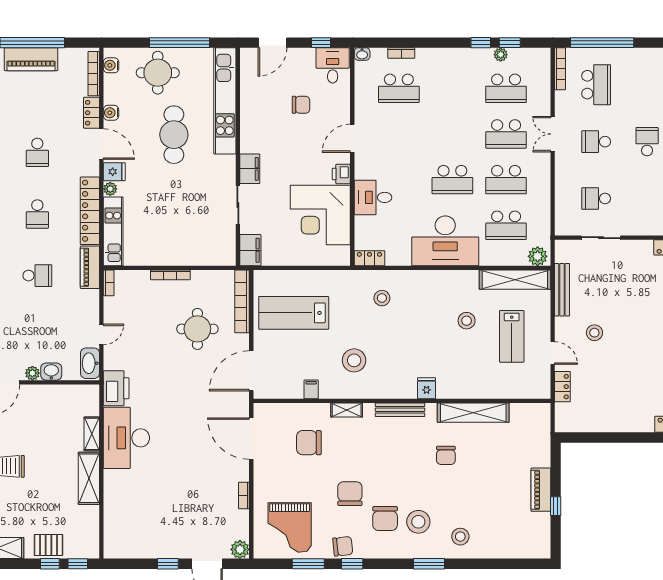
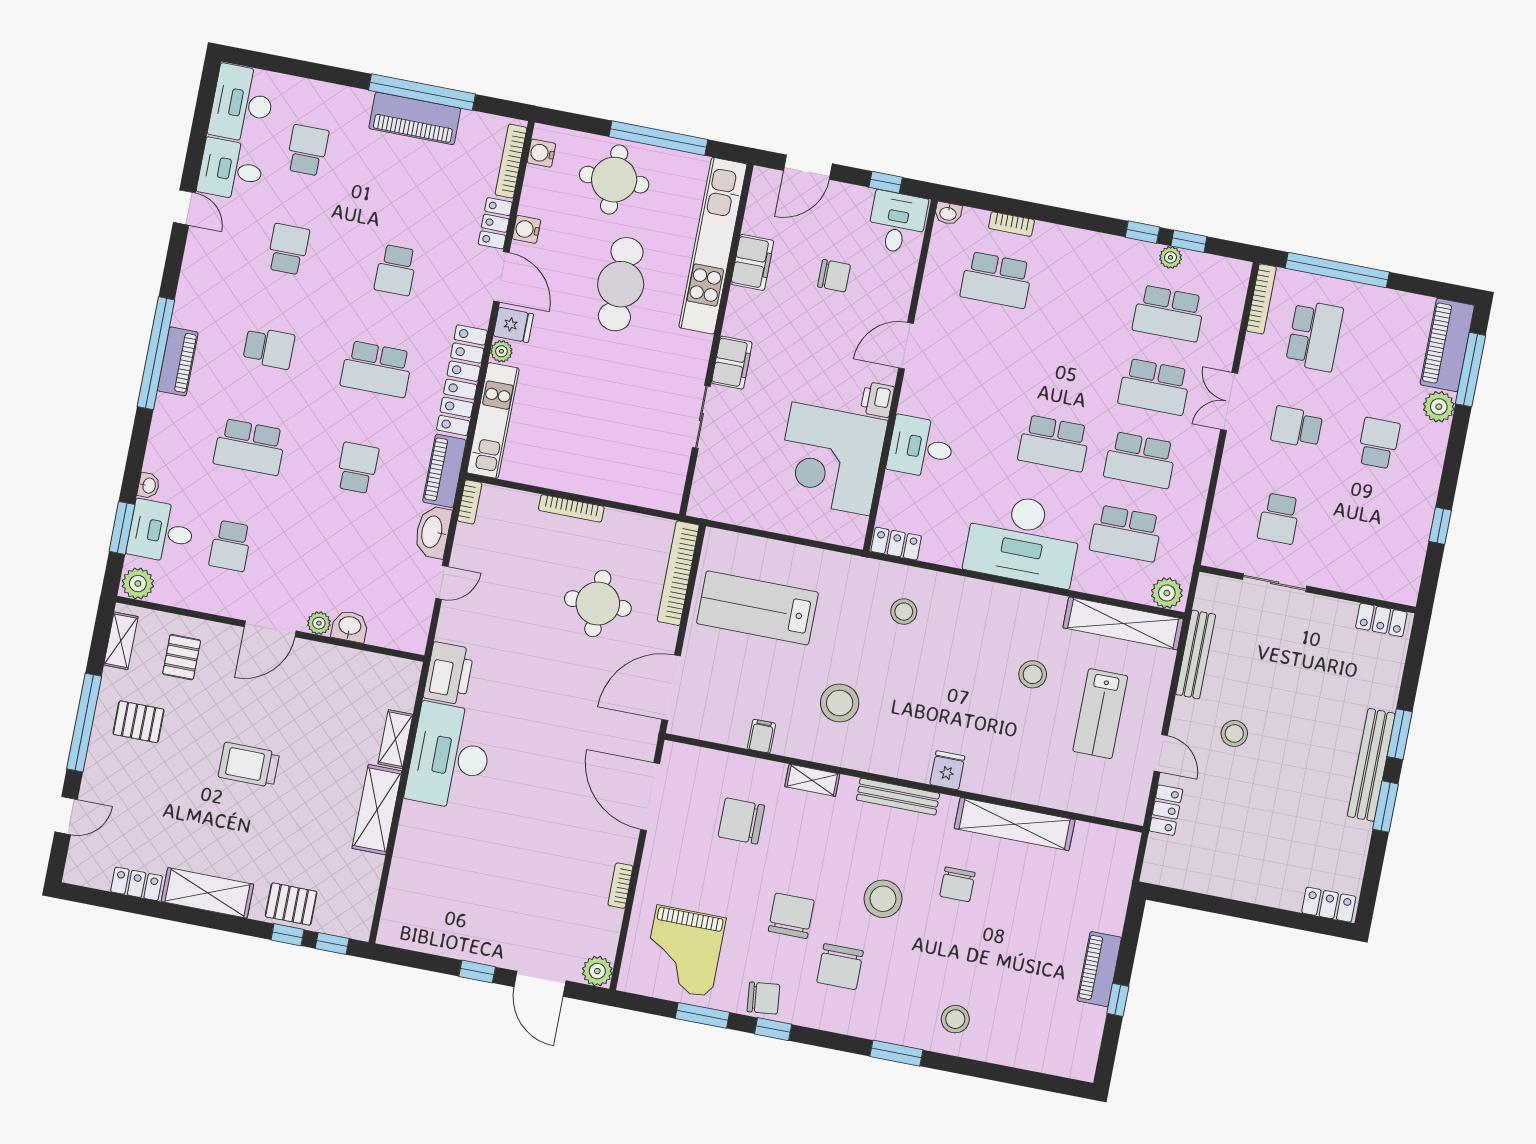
school desk: (596, 199) -> (1279, 519), turned -90
school desk: (37, 214) -> (377, 369), width x1.85
filing cabinet: (250, 250) -> (752, 262), moved
school desk: (37, 276) -> (357, 468), turned -90
washbasin: (90, 363) -> (433, 532), moved
stool: (418, 522) -> (883, 899), moved

